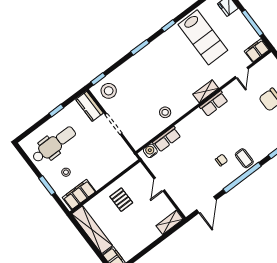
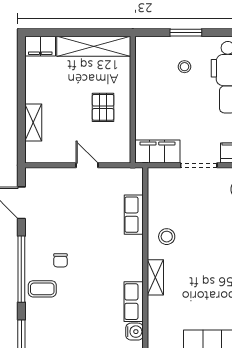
shelving: (206, 91) -> (155, 277), moved
water cooler: (150, 151) -> (135, 332), moved
filing cabinet: (79, 195) -> (157, 152), moved, turned -90
pallet: (121, 200) -> (103, 107), turned 90
shelving: (169, 222) -> (33, 122), moved

